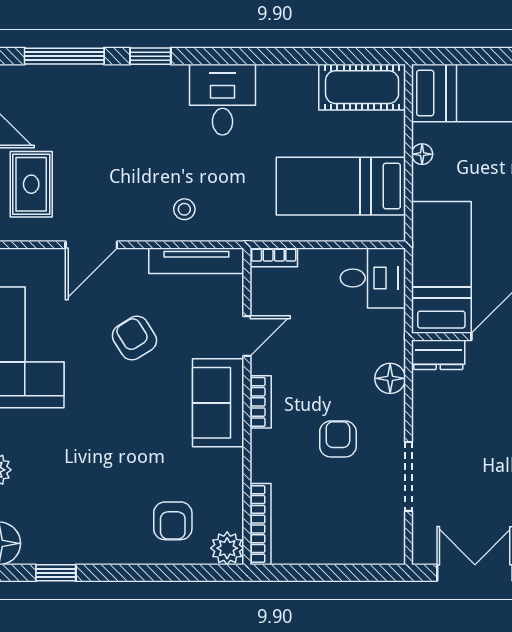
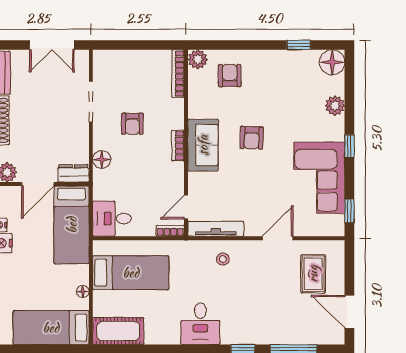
door: (247, 336) -> (186, 207), moved
armchair: (134, 338) -> (252, 138), moved, turned 34

